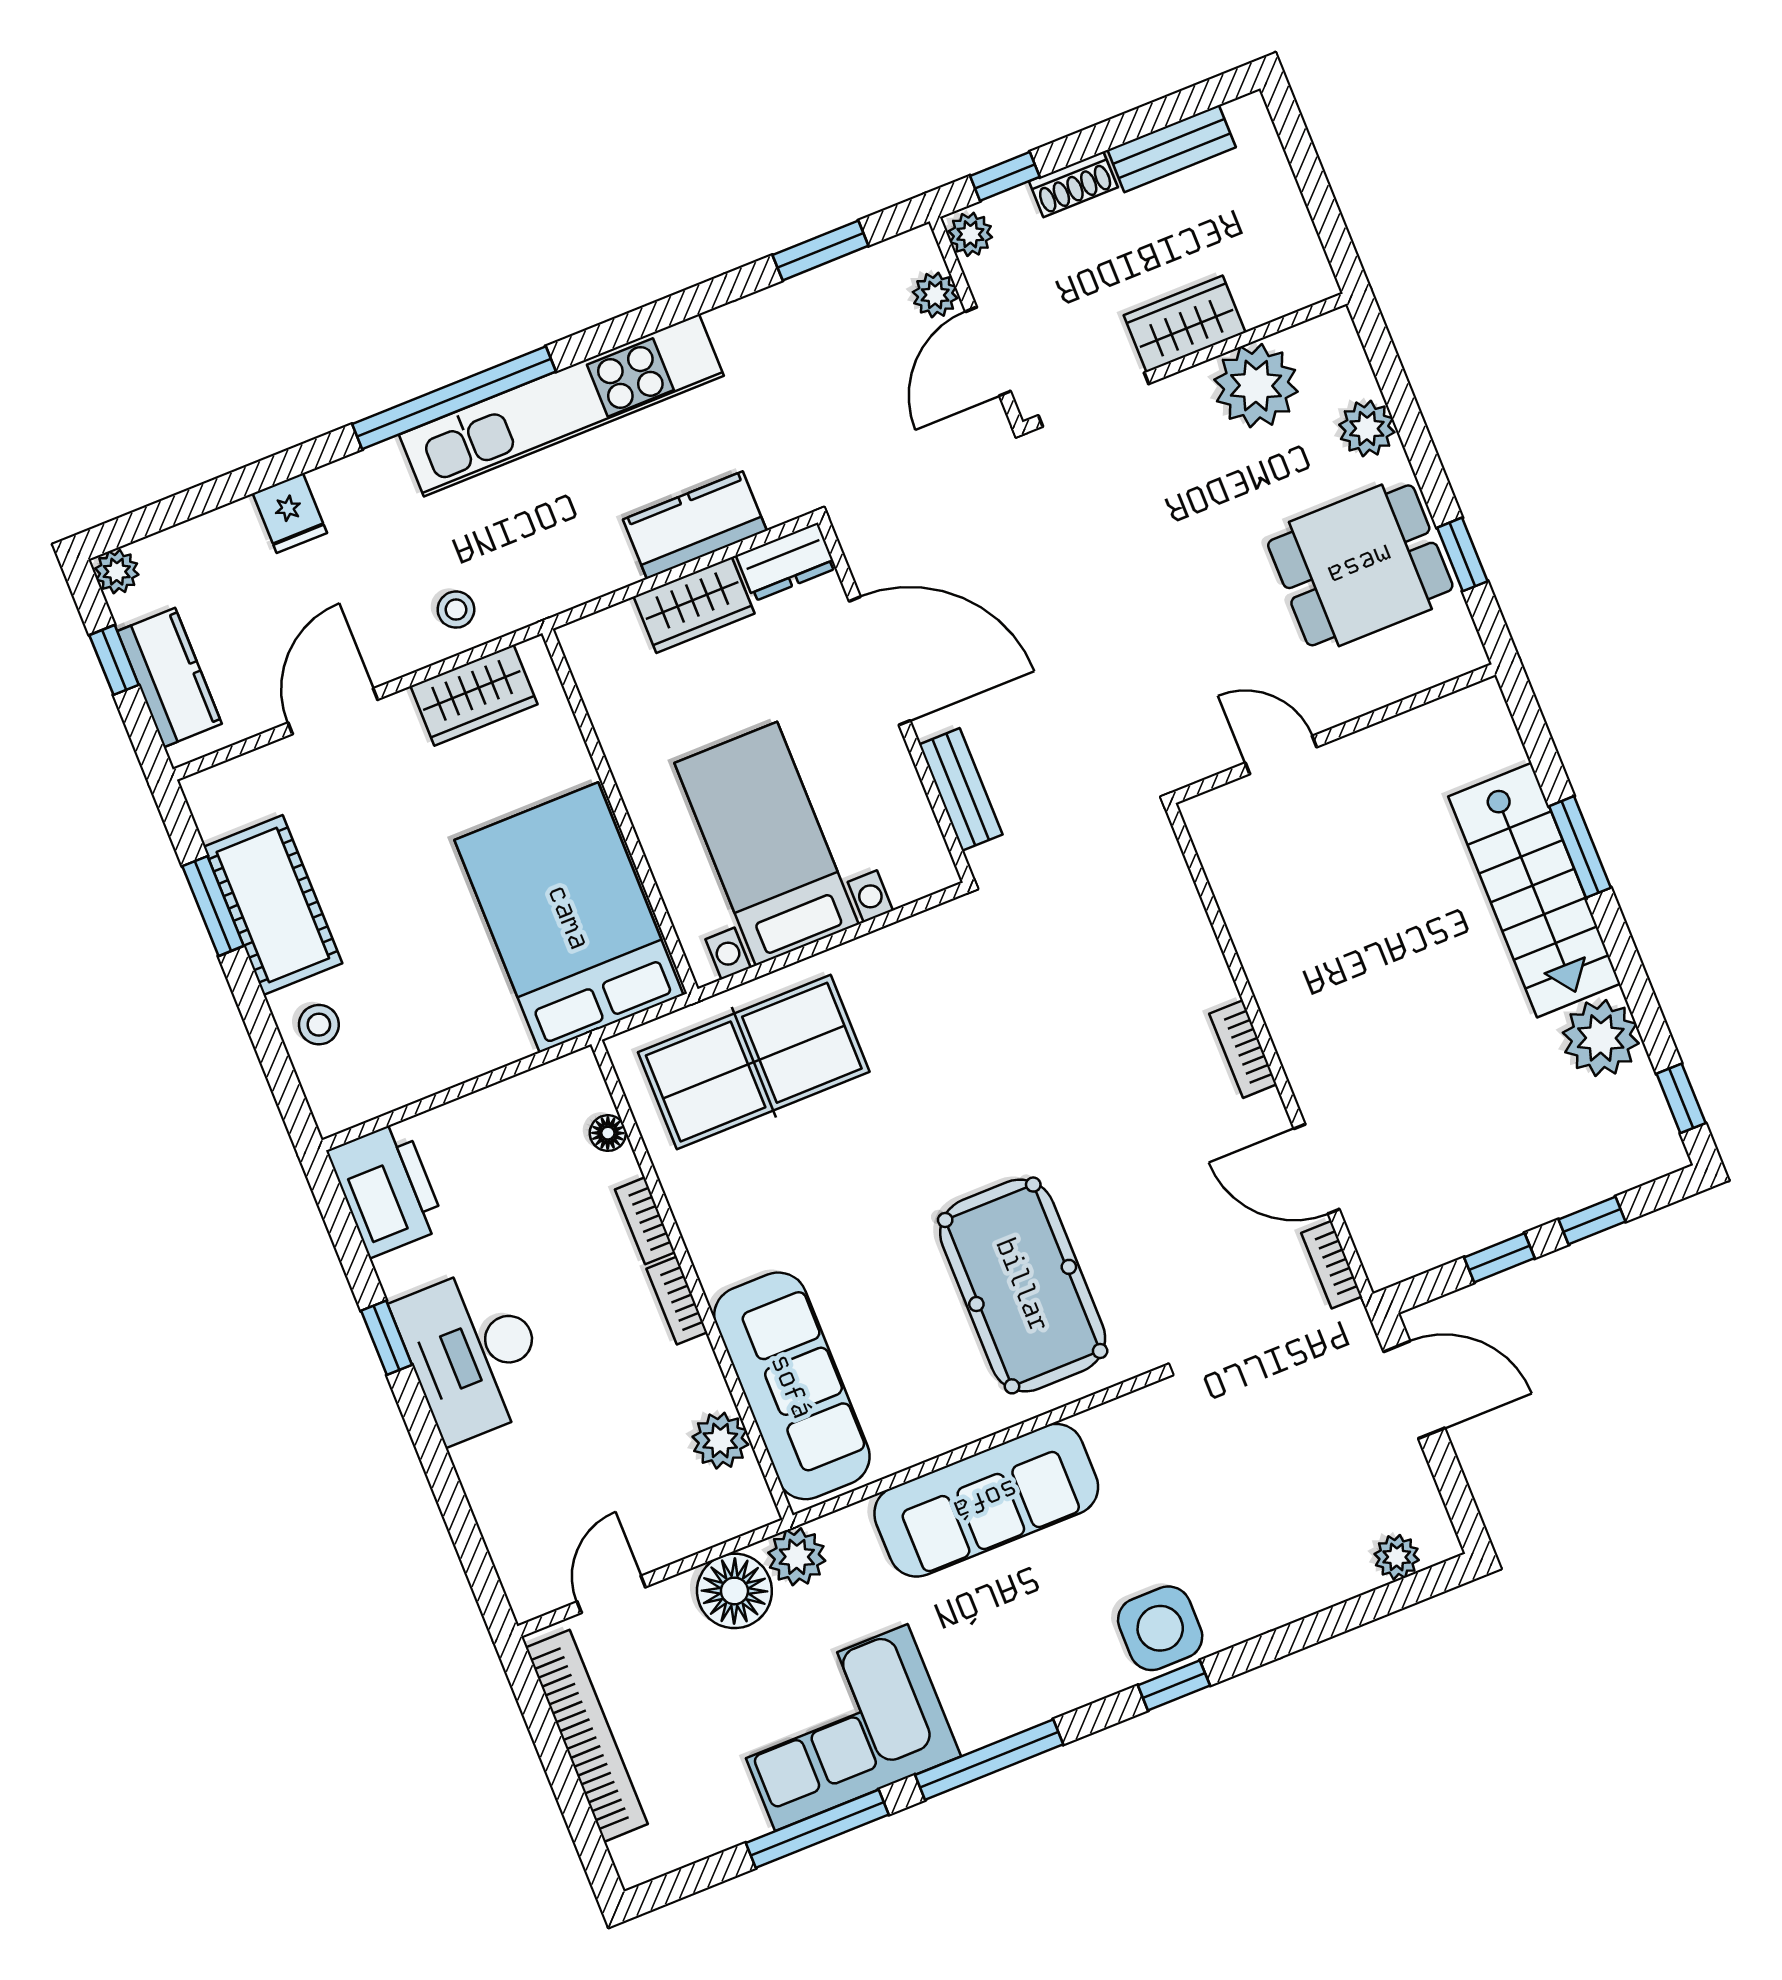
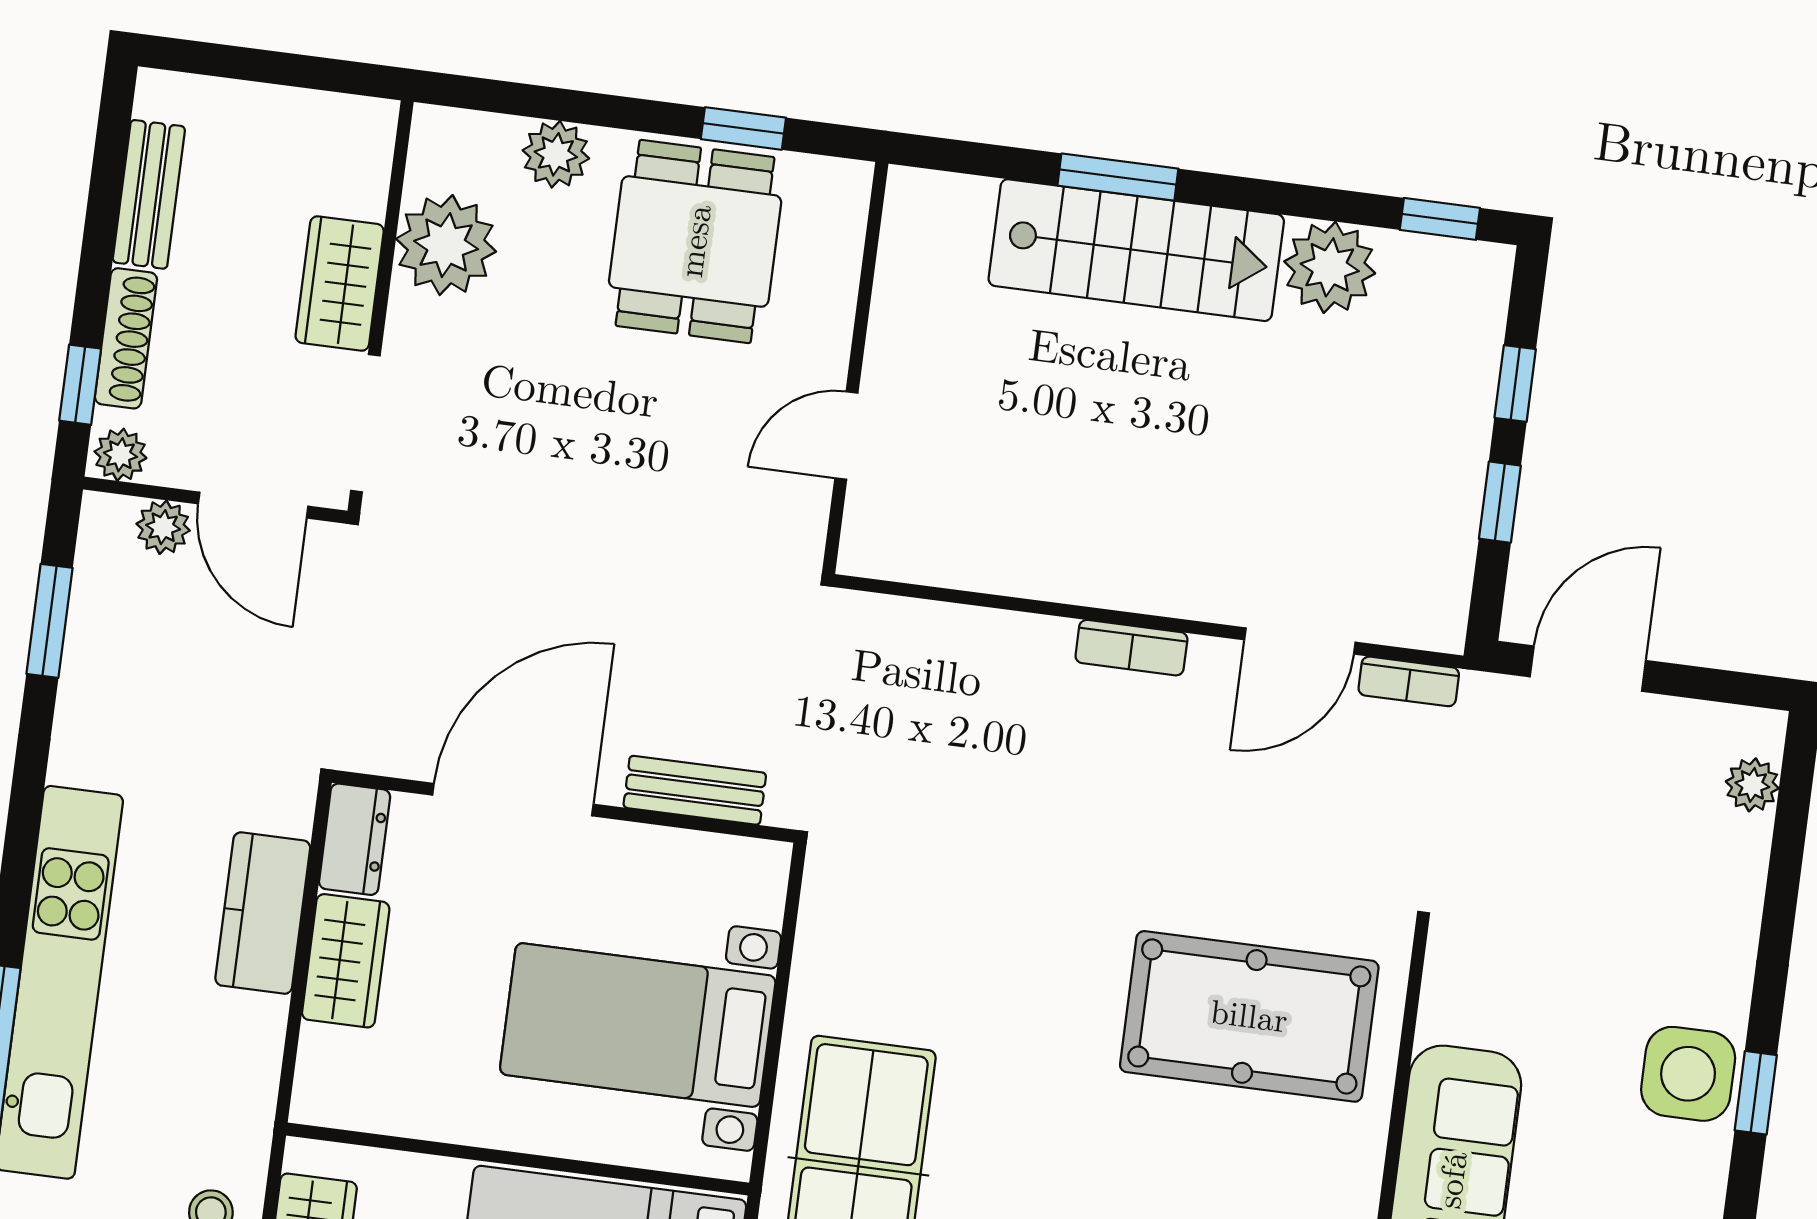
shoe rack: (1073, 184) -> (126, 338), width x1.43

